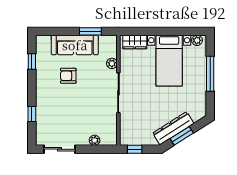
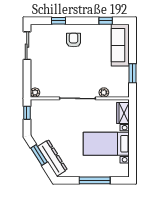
plant: (197, 40) -> (124, 169), removed
sofa: (75, 45) -> (120, 45), moved
armchair: (68, 76) -> (74, 40), moved
dresser: (173, 128) -> (52, 158), moved
plant: (95, 140) -> (35, 93), moved

